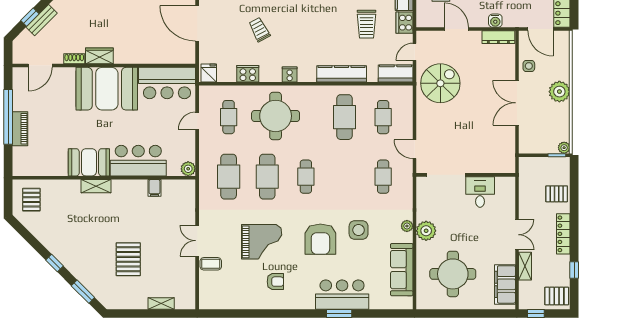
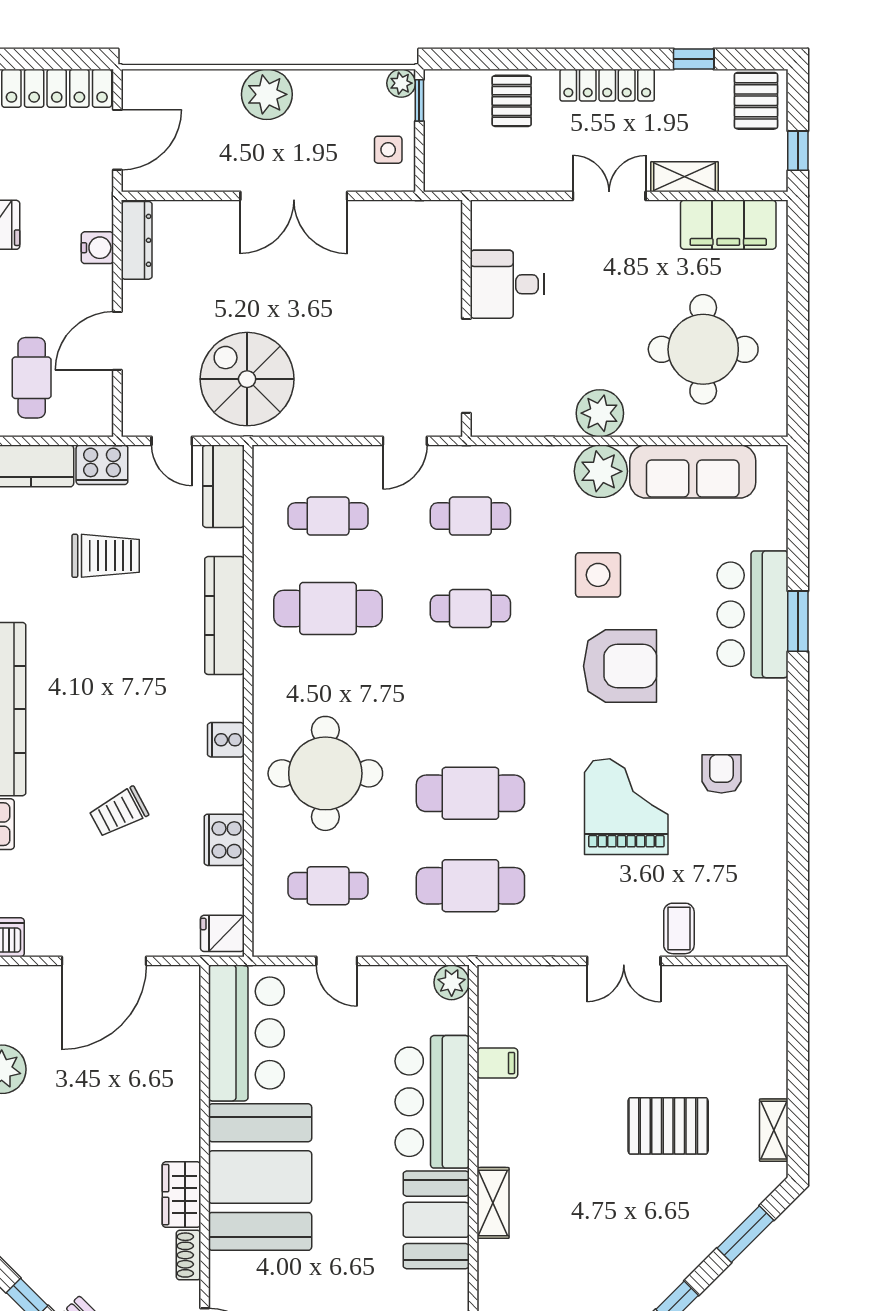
side table: (529, 66) -> (388, 150), moved
cafe table: (306, 177) -> (470, 608), moved
plant: (407, 226) -> (601, 471), width x1.87, depth x1.87
shelving: (161, 303) -> (774, 1130), moved

